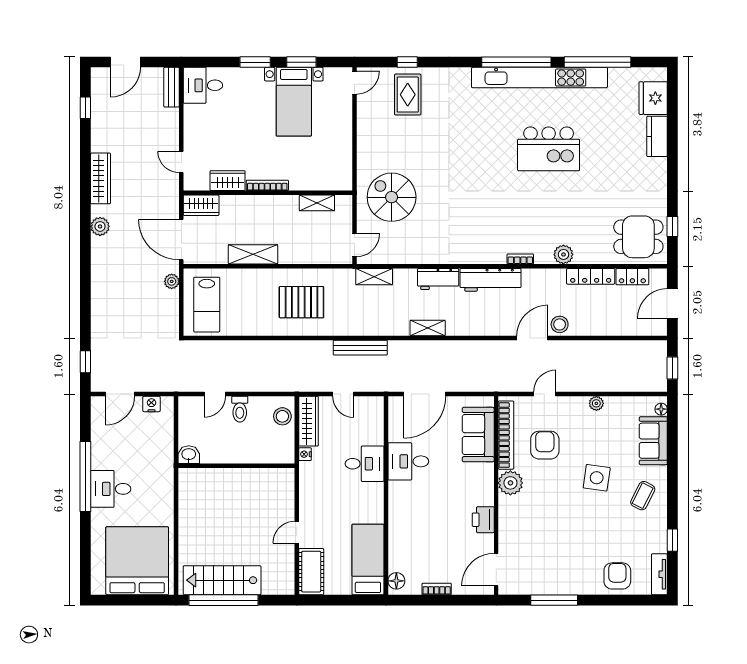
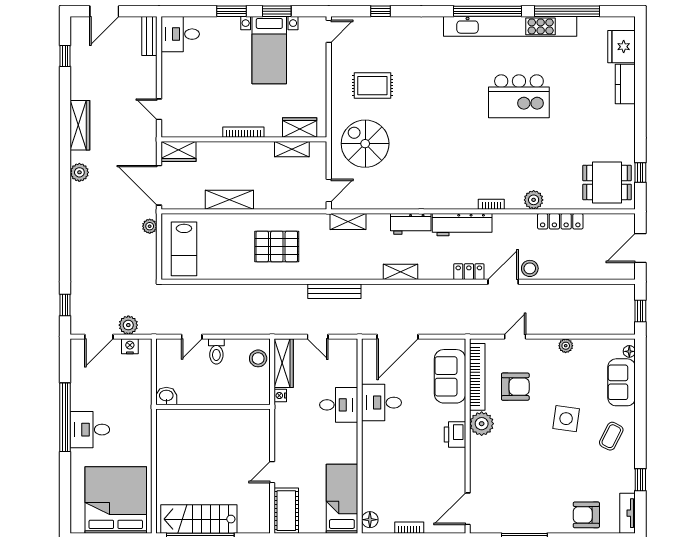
rug: (408, 95) -> (372, 86), moved, turned 90
wardrobe: (228, 181) -> (300, 127), moved
locker: (632, 277) -> (469, 272), moved, turned 180
plant: (150, 382) -> (128, 325), added
armchair: (545, 445) -> (515, 387), turned 90
printer: (483, 520) -> (455, 434), moved
armchair: (617, 576) -> (586, 515), turned -90

